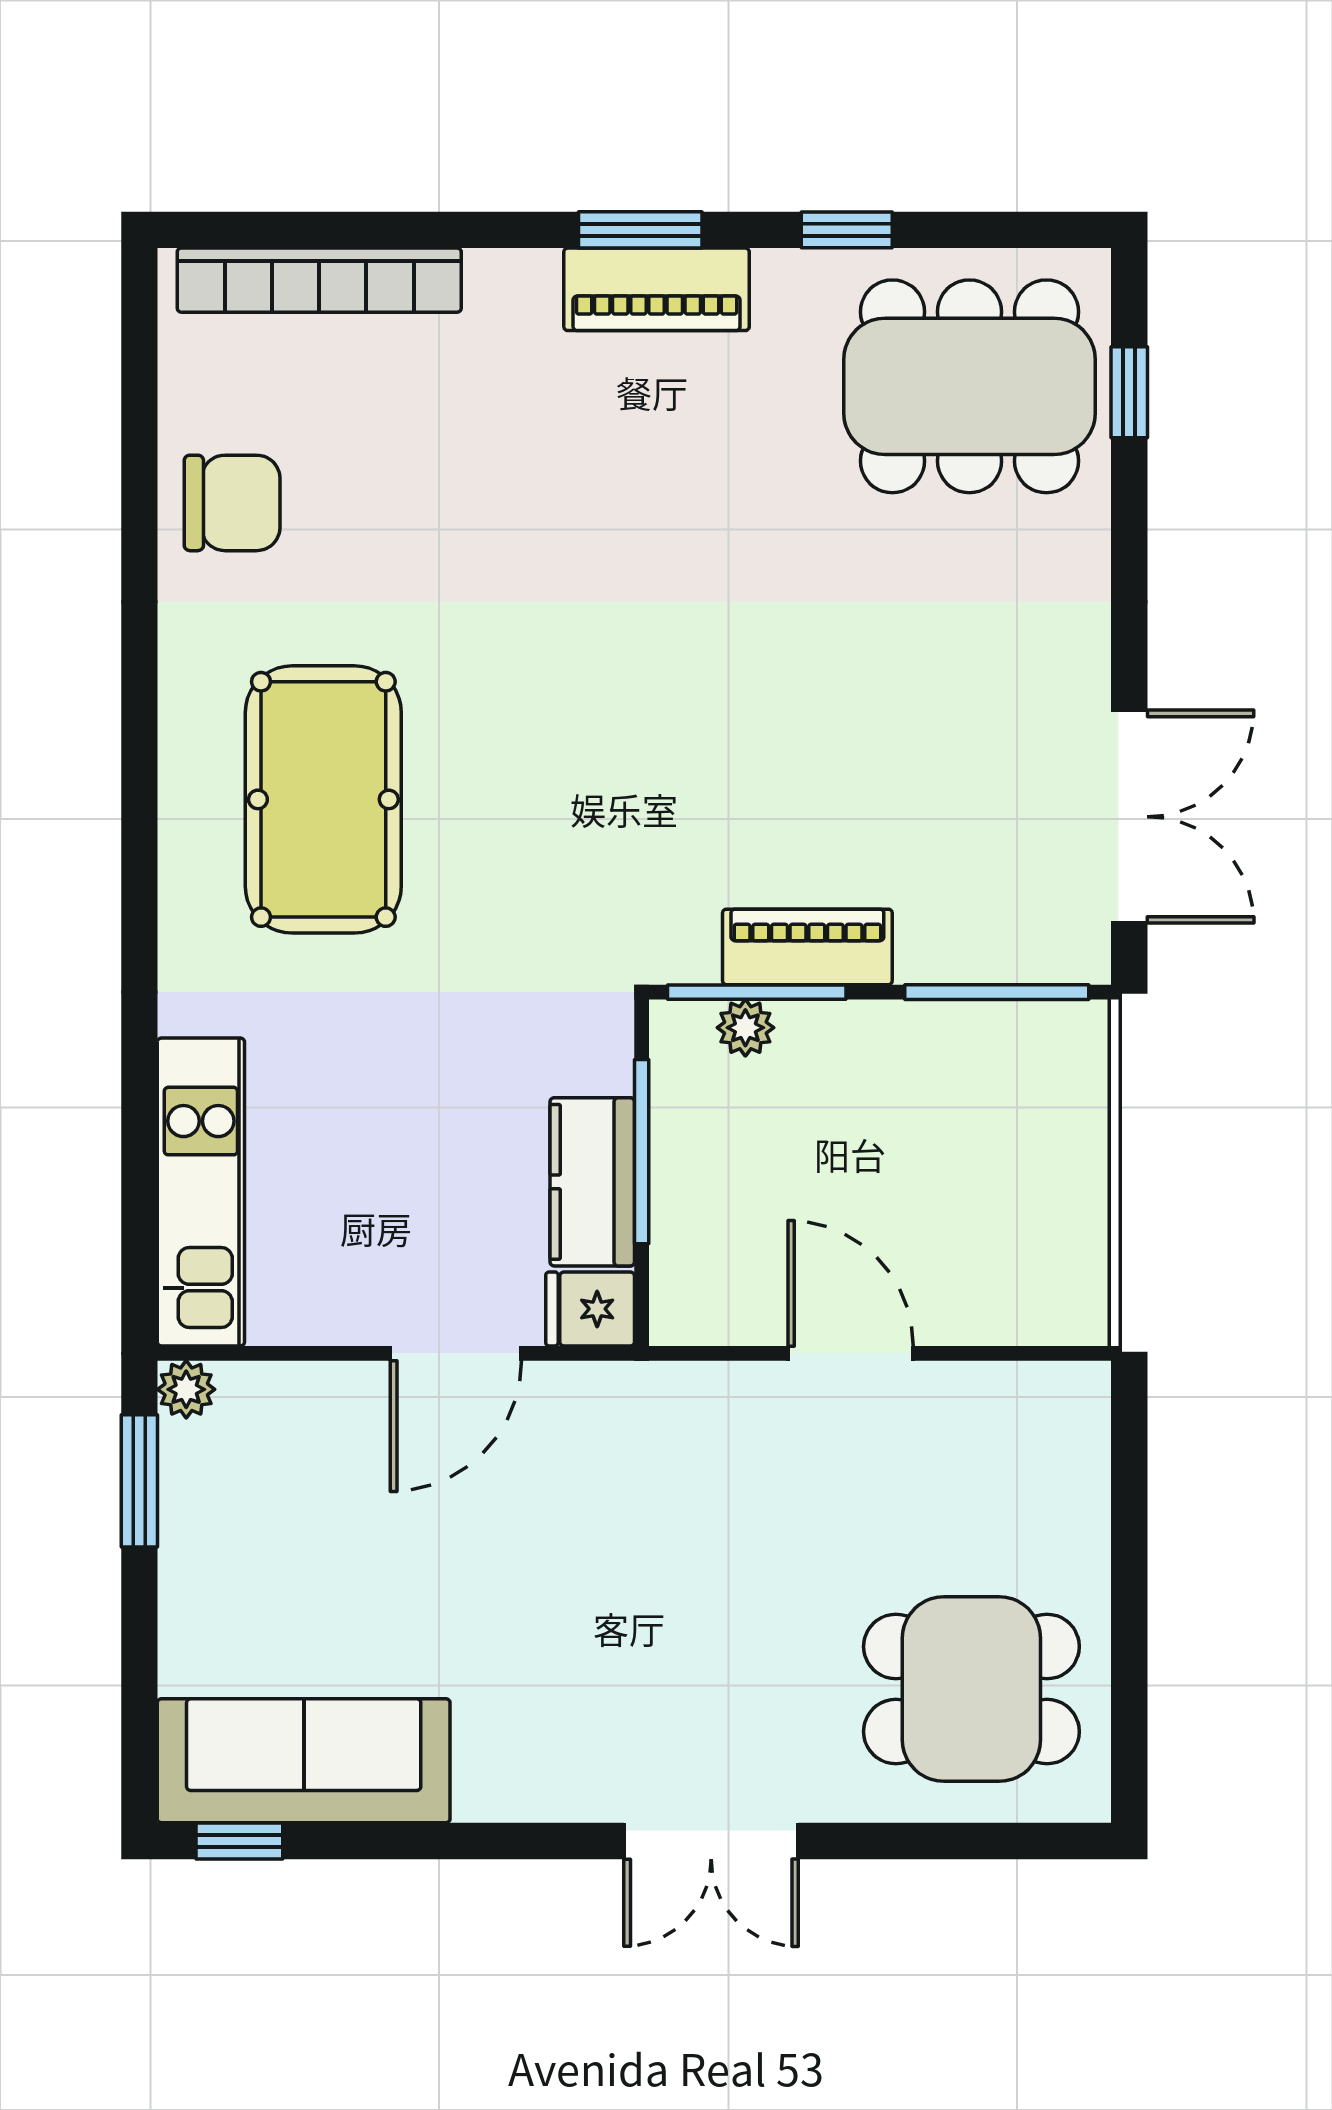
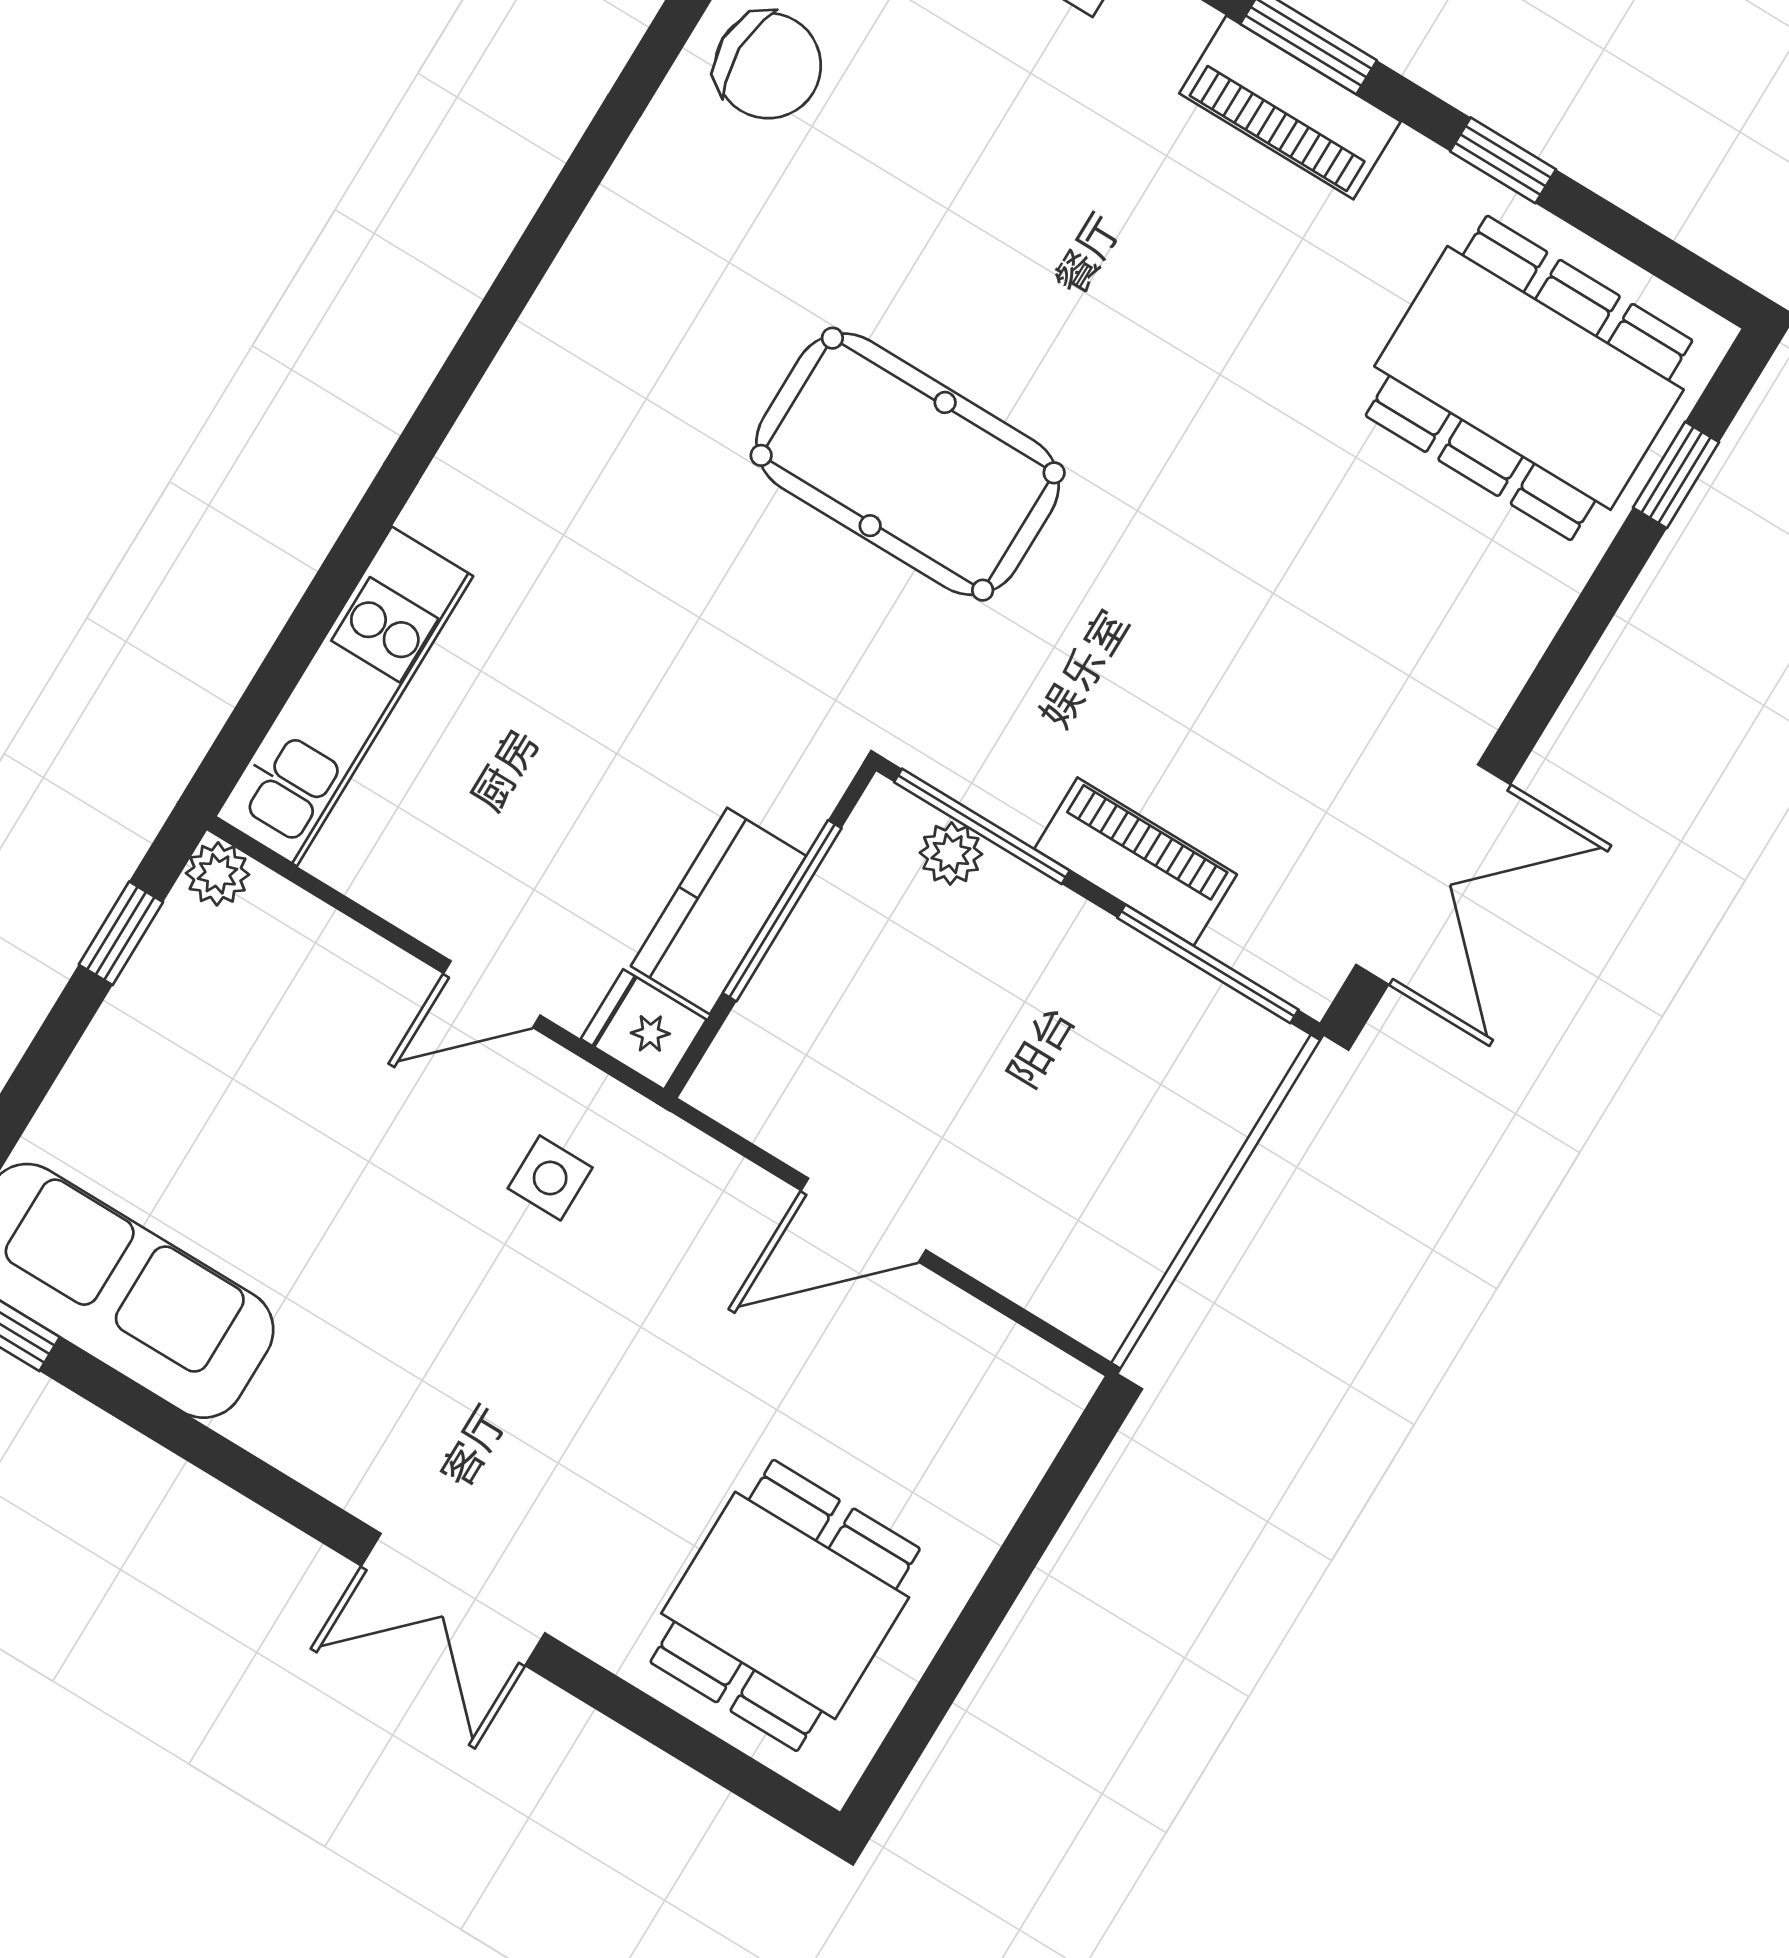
pool table: (323, 799) -> (908, 464), moved, turned 90
piano: (807, 947) -> (1136, 862), moved
door: (456, 1353) -> (492, 994), width x0.73
door: (851, 1353) -> (863, 1220), swing flipped
side table: (588, 1468) -> (550, 1178), added
window: (139, 1481) -> (121, 933), width x0.67
dining table: (971, 1689) -> (785, 1605), turned 90

